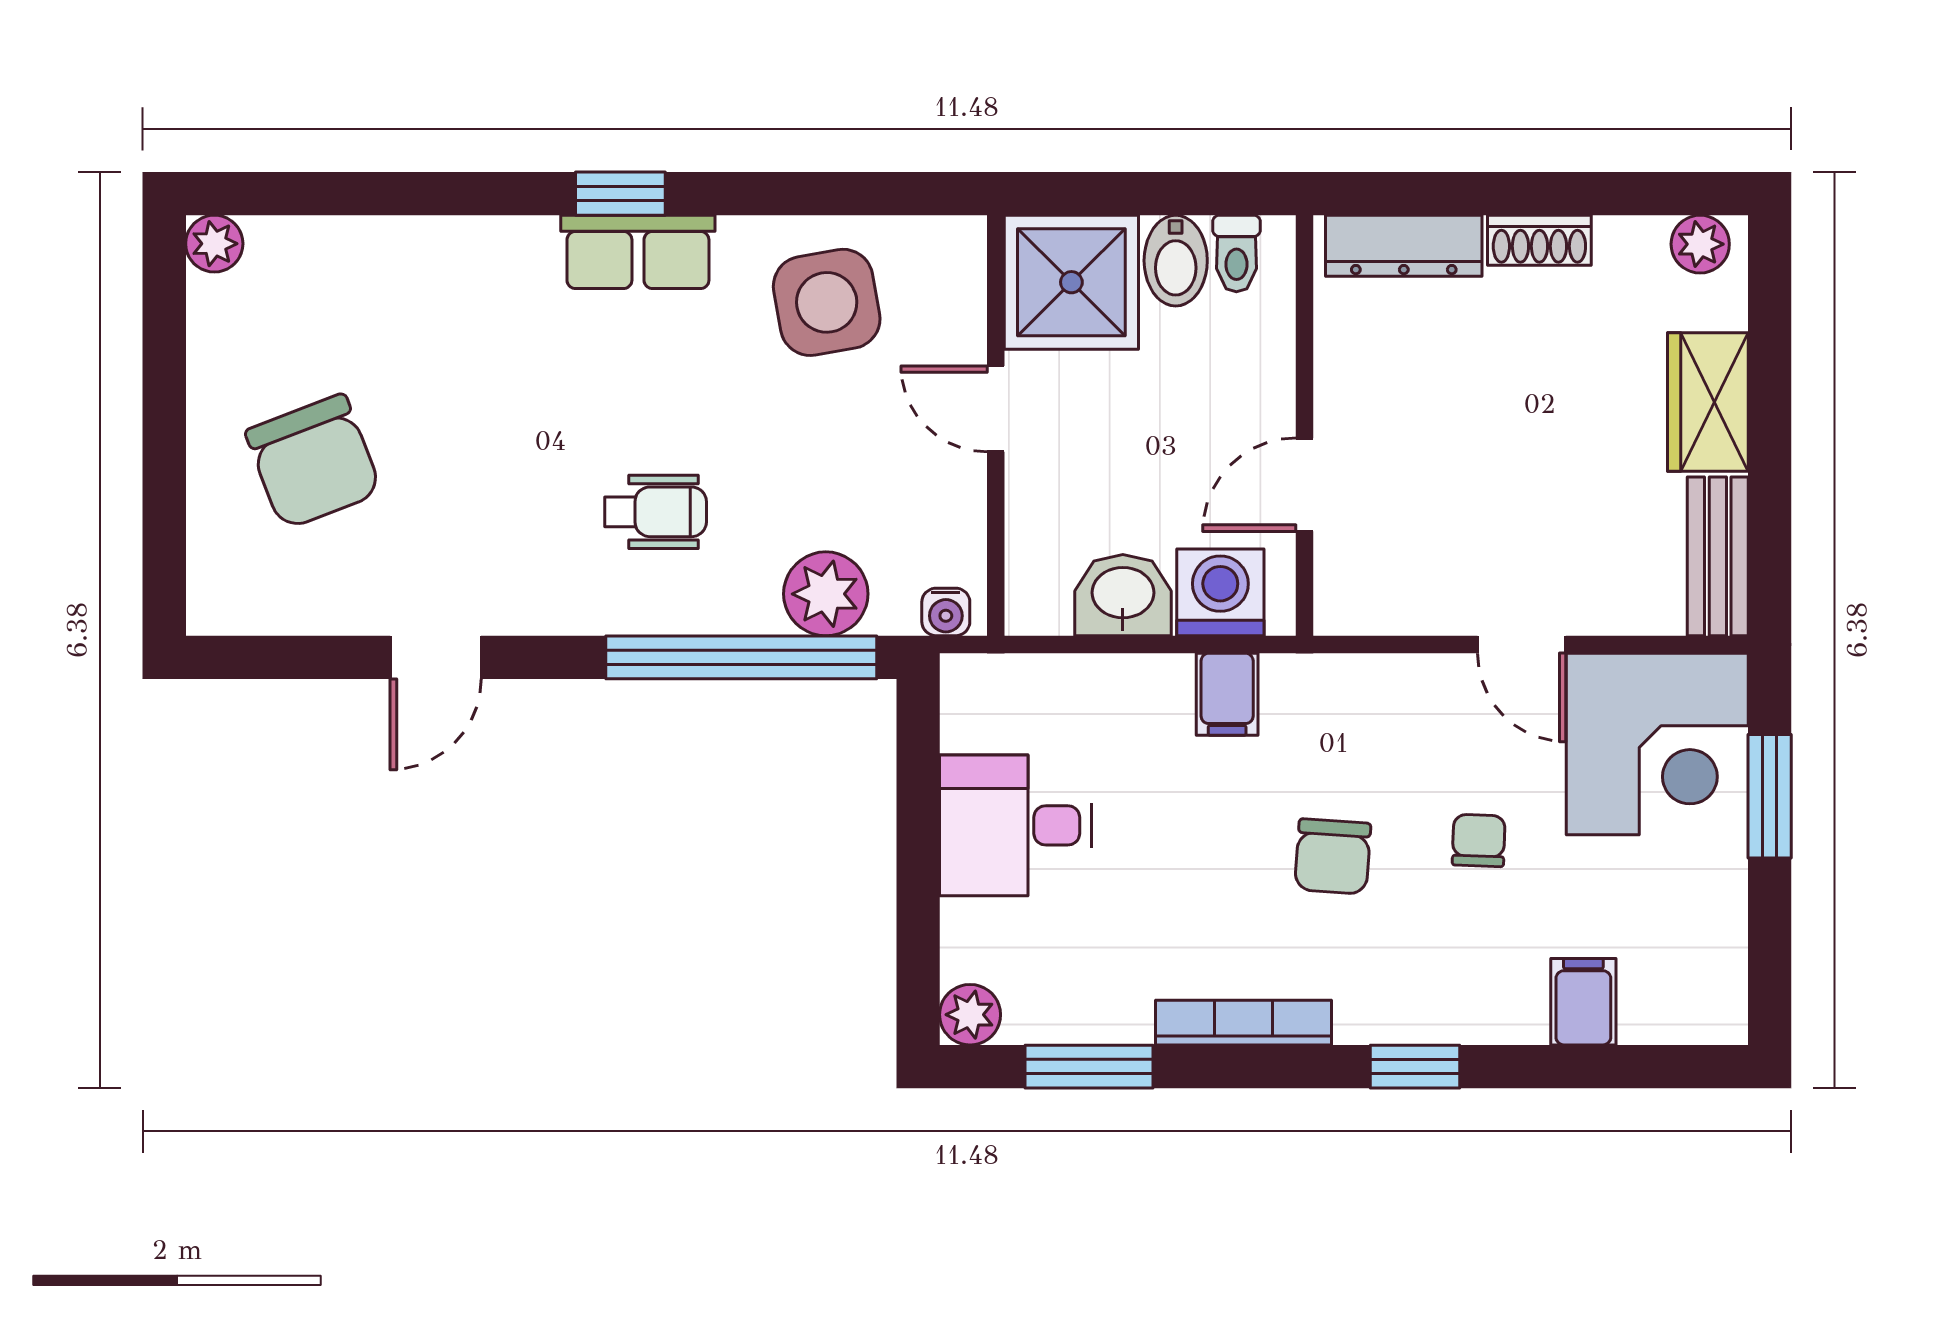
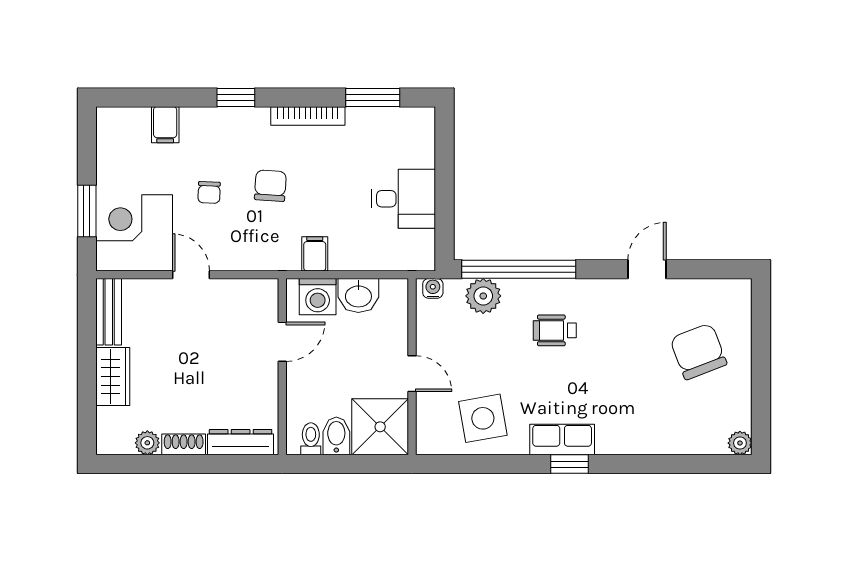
plant: (1700, 244) -> (147, 443), moved
plant: (970, 1015) -> (423, 119), removed

